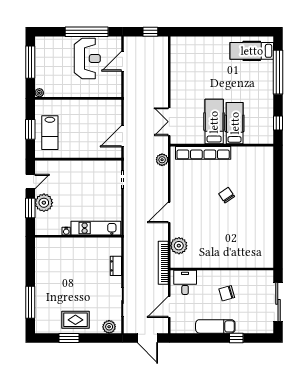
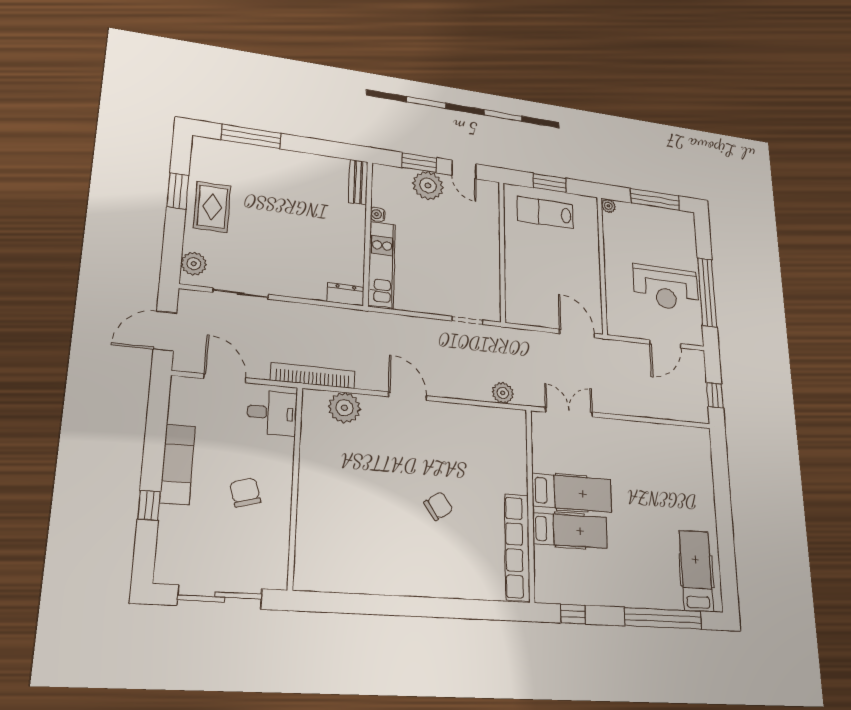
door: (123, 61) -> (665, 344), swing flipped
door: (123, 136) -> (577, 333), moved
row of seats: (203, 153) -> (517, 547), moved
bench: (48, 243) -> (358, 182), added
dresser: (116, 266) -> (346, 294), moved

